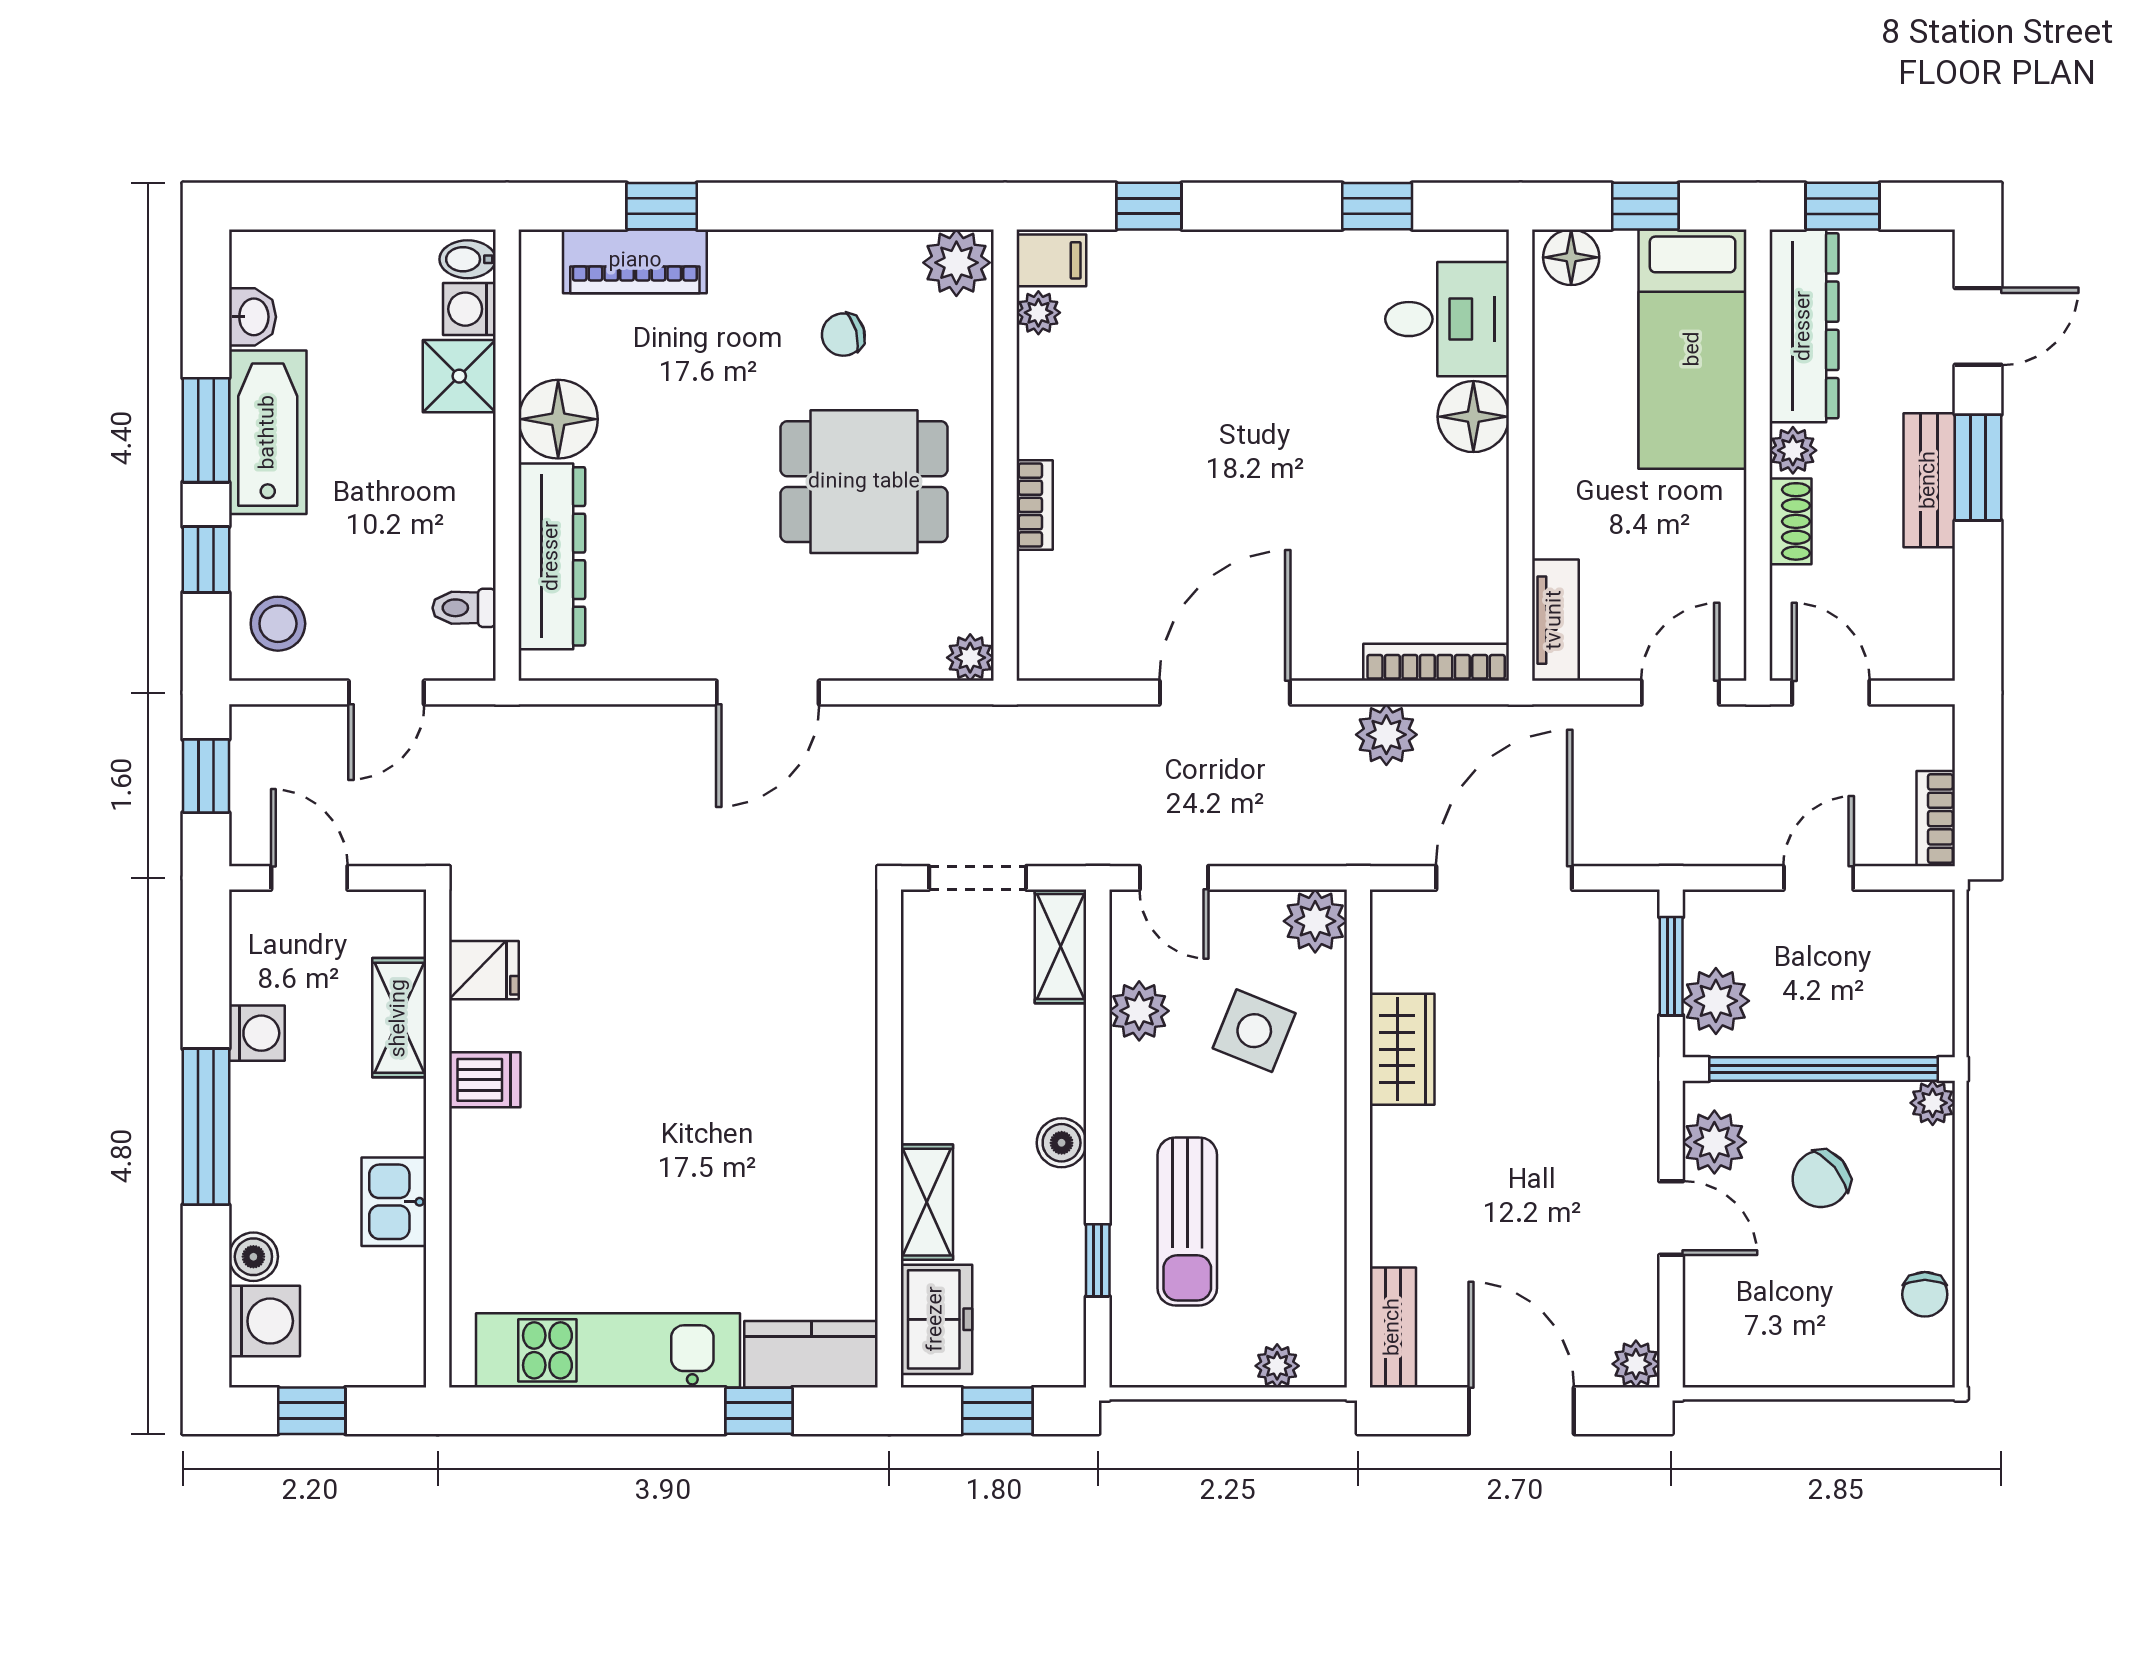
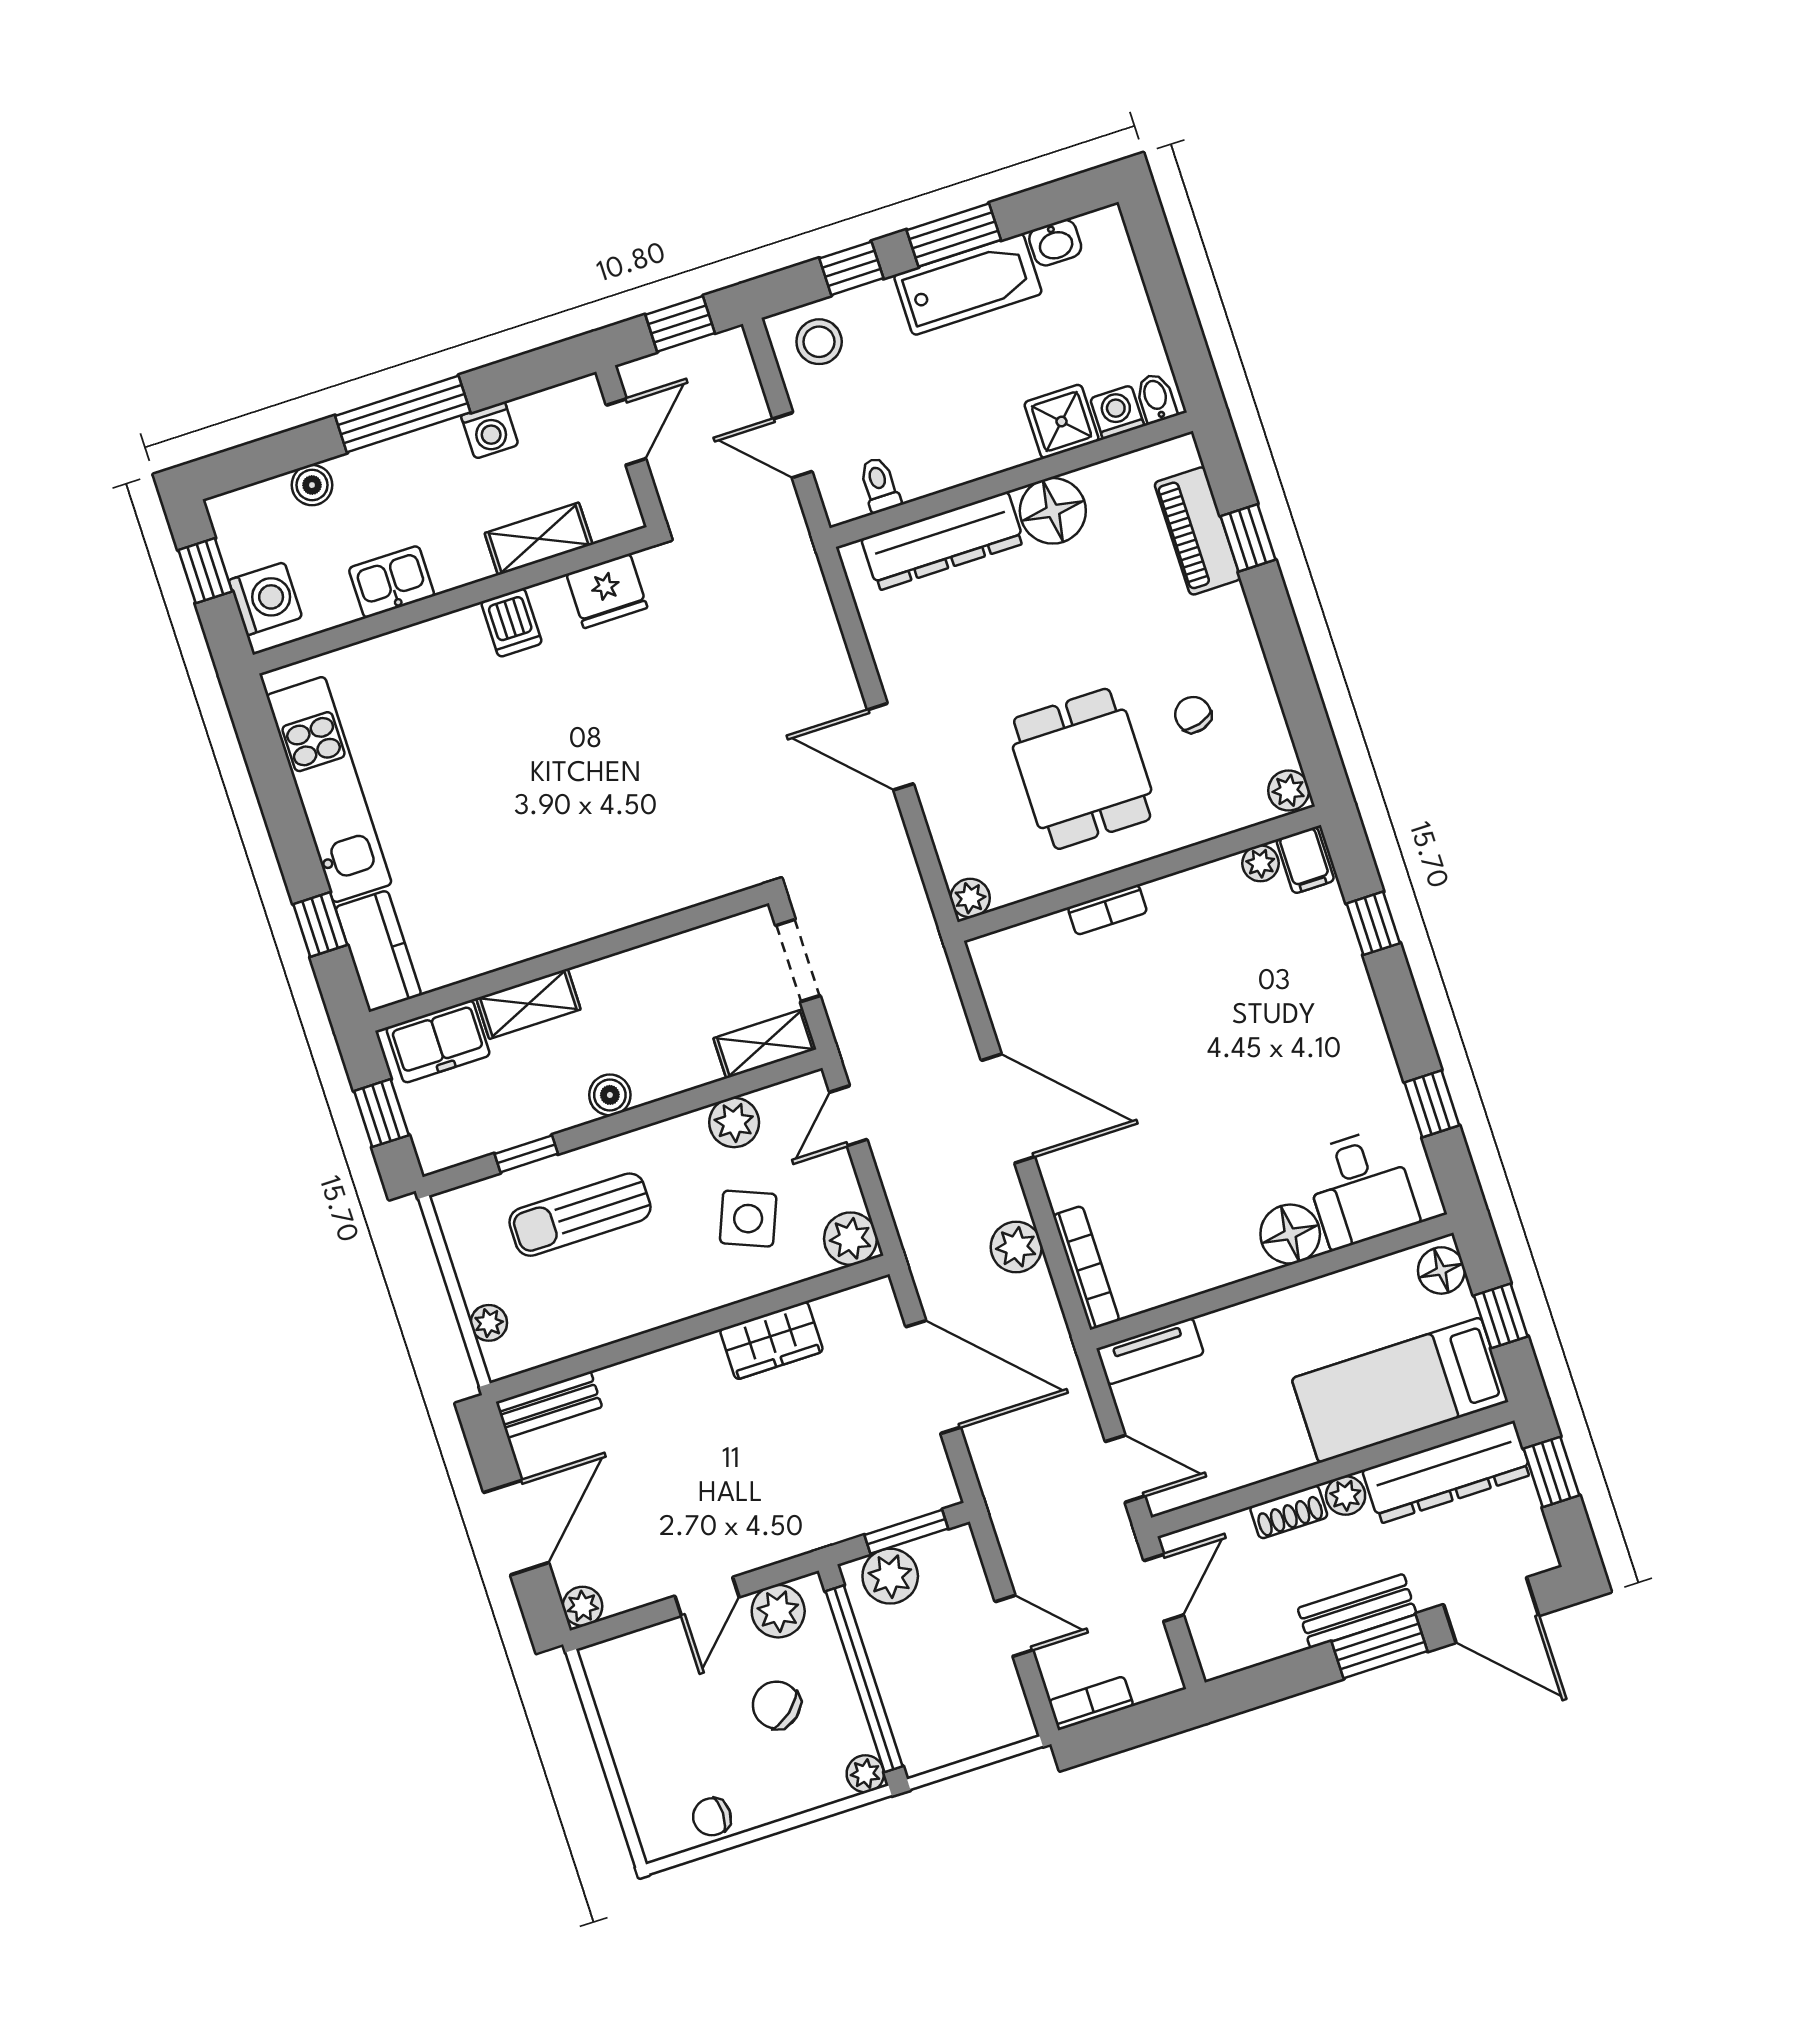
plant: (956, 263) -> (1289, 791), width x0.73, depth x0.73
door: (1978, 326) -> (1491, 1610), width x1.38
fridge: (484, 970) -> (607, 591), width x1.38
washing machine: (264, 1321) -> (266, 599), moved, turned -90

